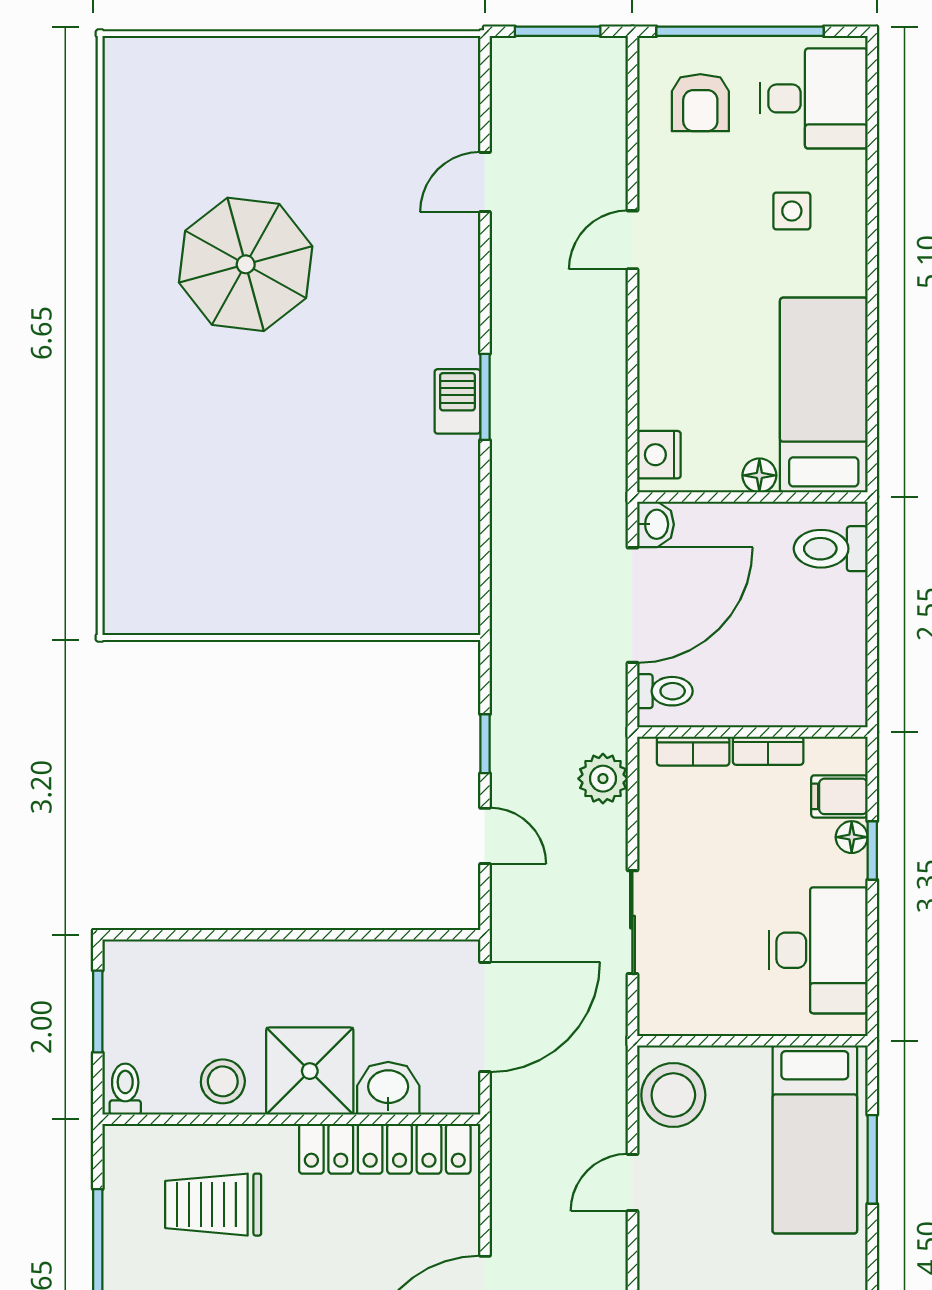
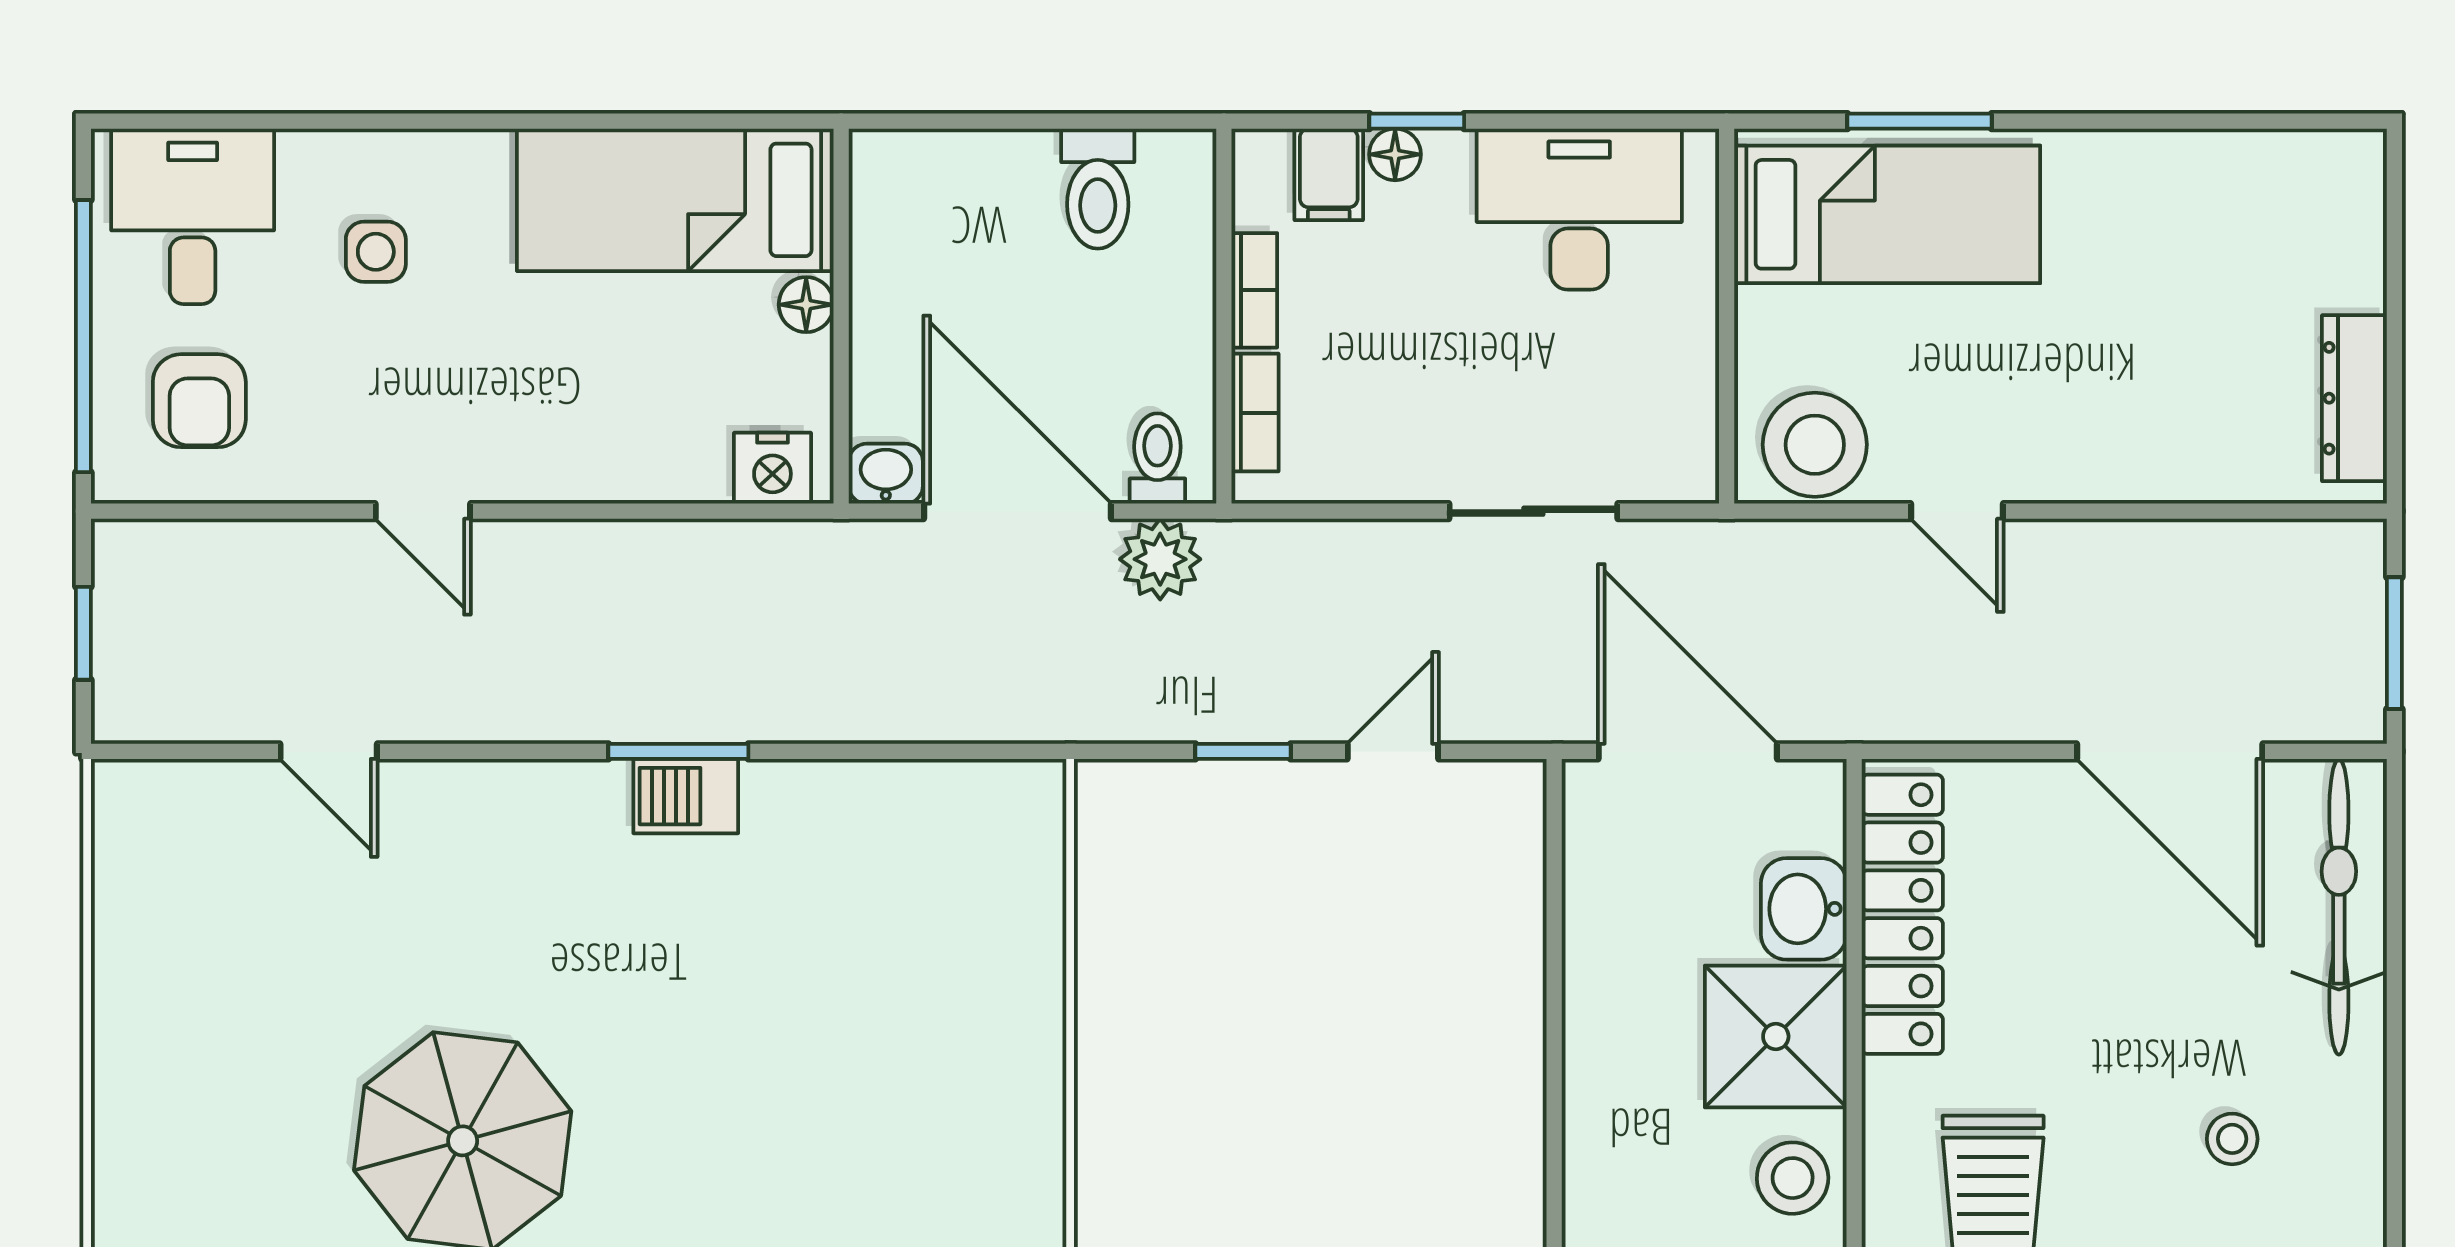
window: (558, 31) -> (83, 633), width x0.67
armchair: (700, 103) -> (199, 401), turned 90
toilet: (831, 549) -> (1098, 189), moved
plant: (603, 779) -> (1160, 559), moved

